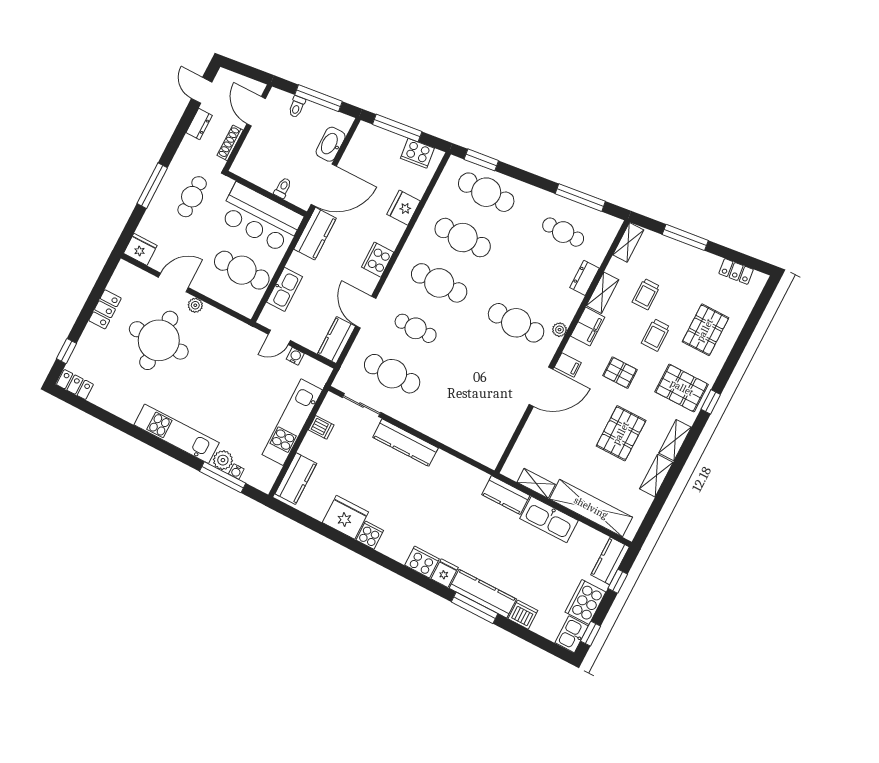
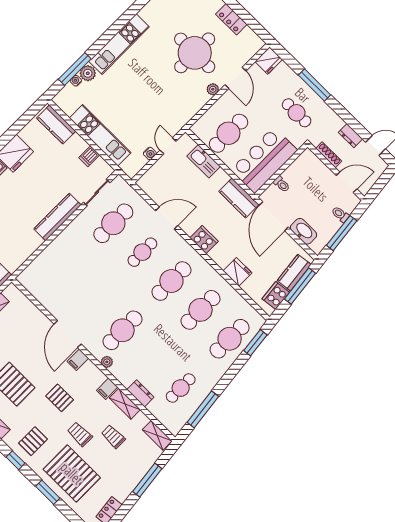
filing cabinet: (588, 327) -> (107, 389), width x0.50
pallet: (705, 330) -> (72, 473), width x1.37, depth x1.41
kitchen counter: (336, 340) -> (294, 273), moved, turned -97
window: (737, 351) -> (48, 492), added
pallet: (620, 373) -> (60, 398), turned 90
pallet: (682, 388) -> (33, 441), width x0.67, depth x0.71

